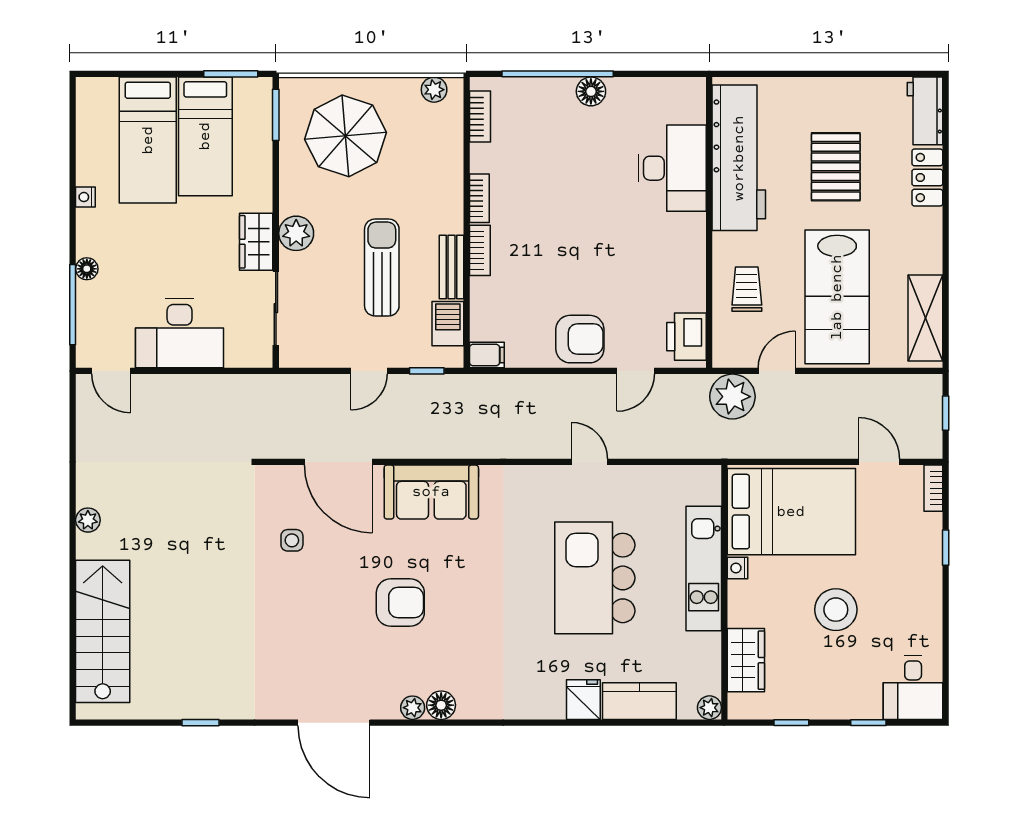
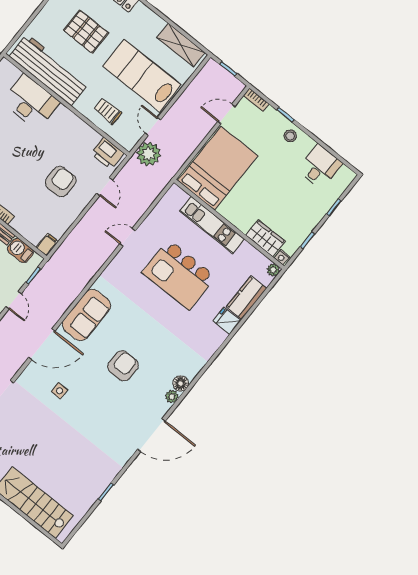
lab bench: (837, 297) -> (142, 75), turned 180
armchair: (580, 339) -> (61, 182), moved
nightstand: (738, 568) -> (282, 257), moved
stool: (836, 610) -> (290, 136), moved, width x0.53, depth x0.53
desk: (913, 688) -> (320, 167), moved, turned -90

